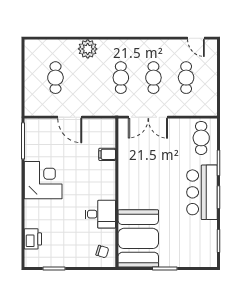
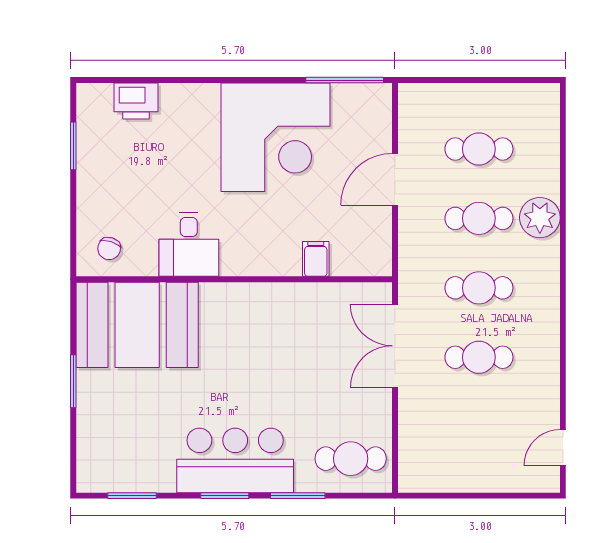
cafe table: (186, 78) -> (479, 218), moved
corner desk: (43, 180) -> (276, 137), width x1.36, depth x1.36

